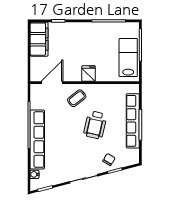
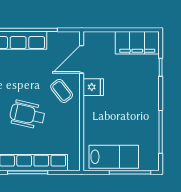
fridge: (88, 73) -> (93, 87), moved
door: (52, 83) -> (82, 59), swing flipped

